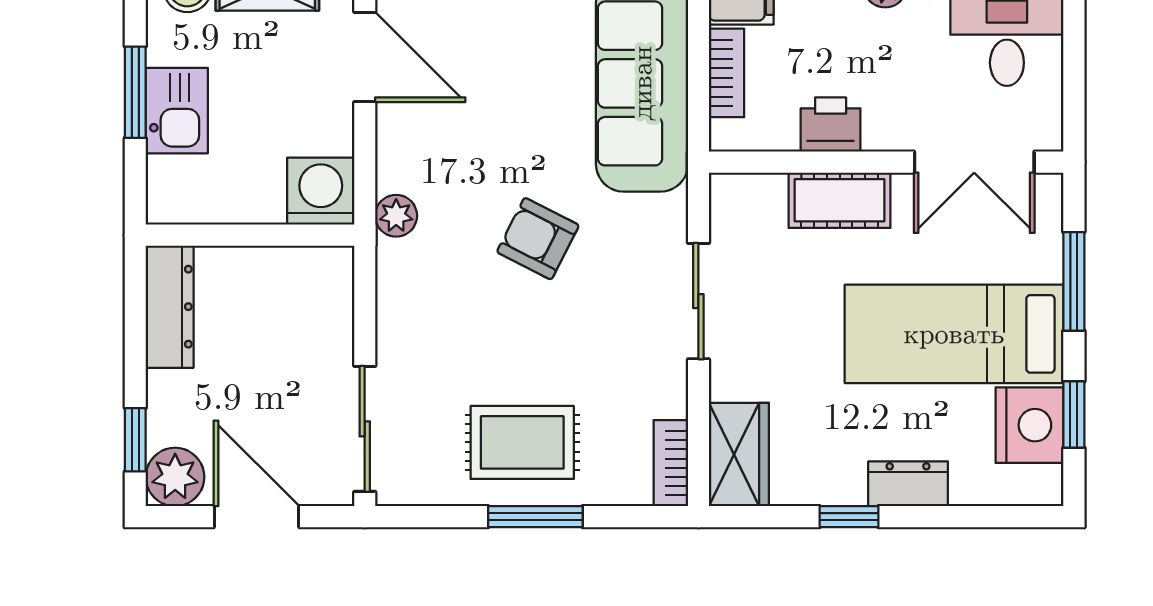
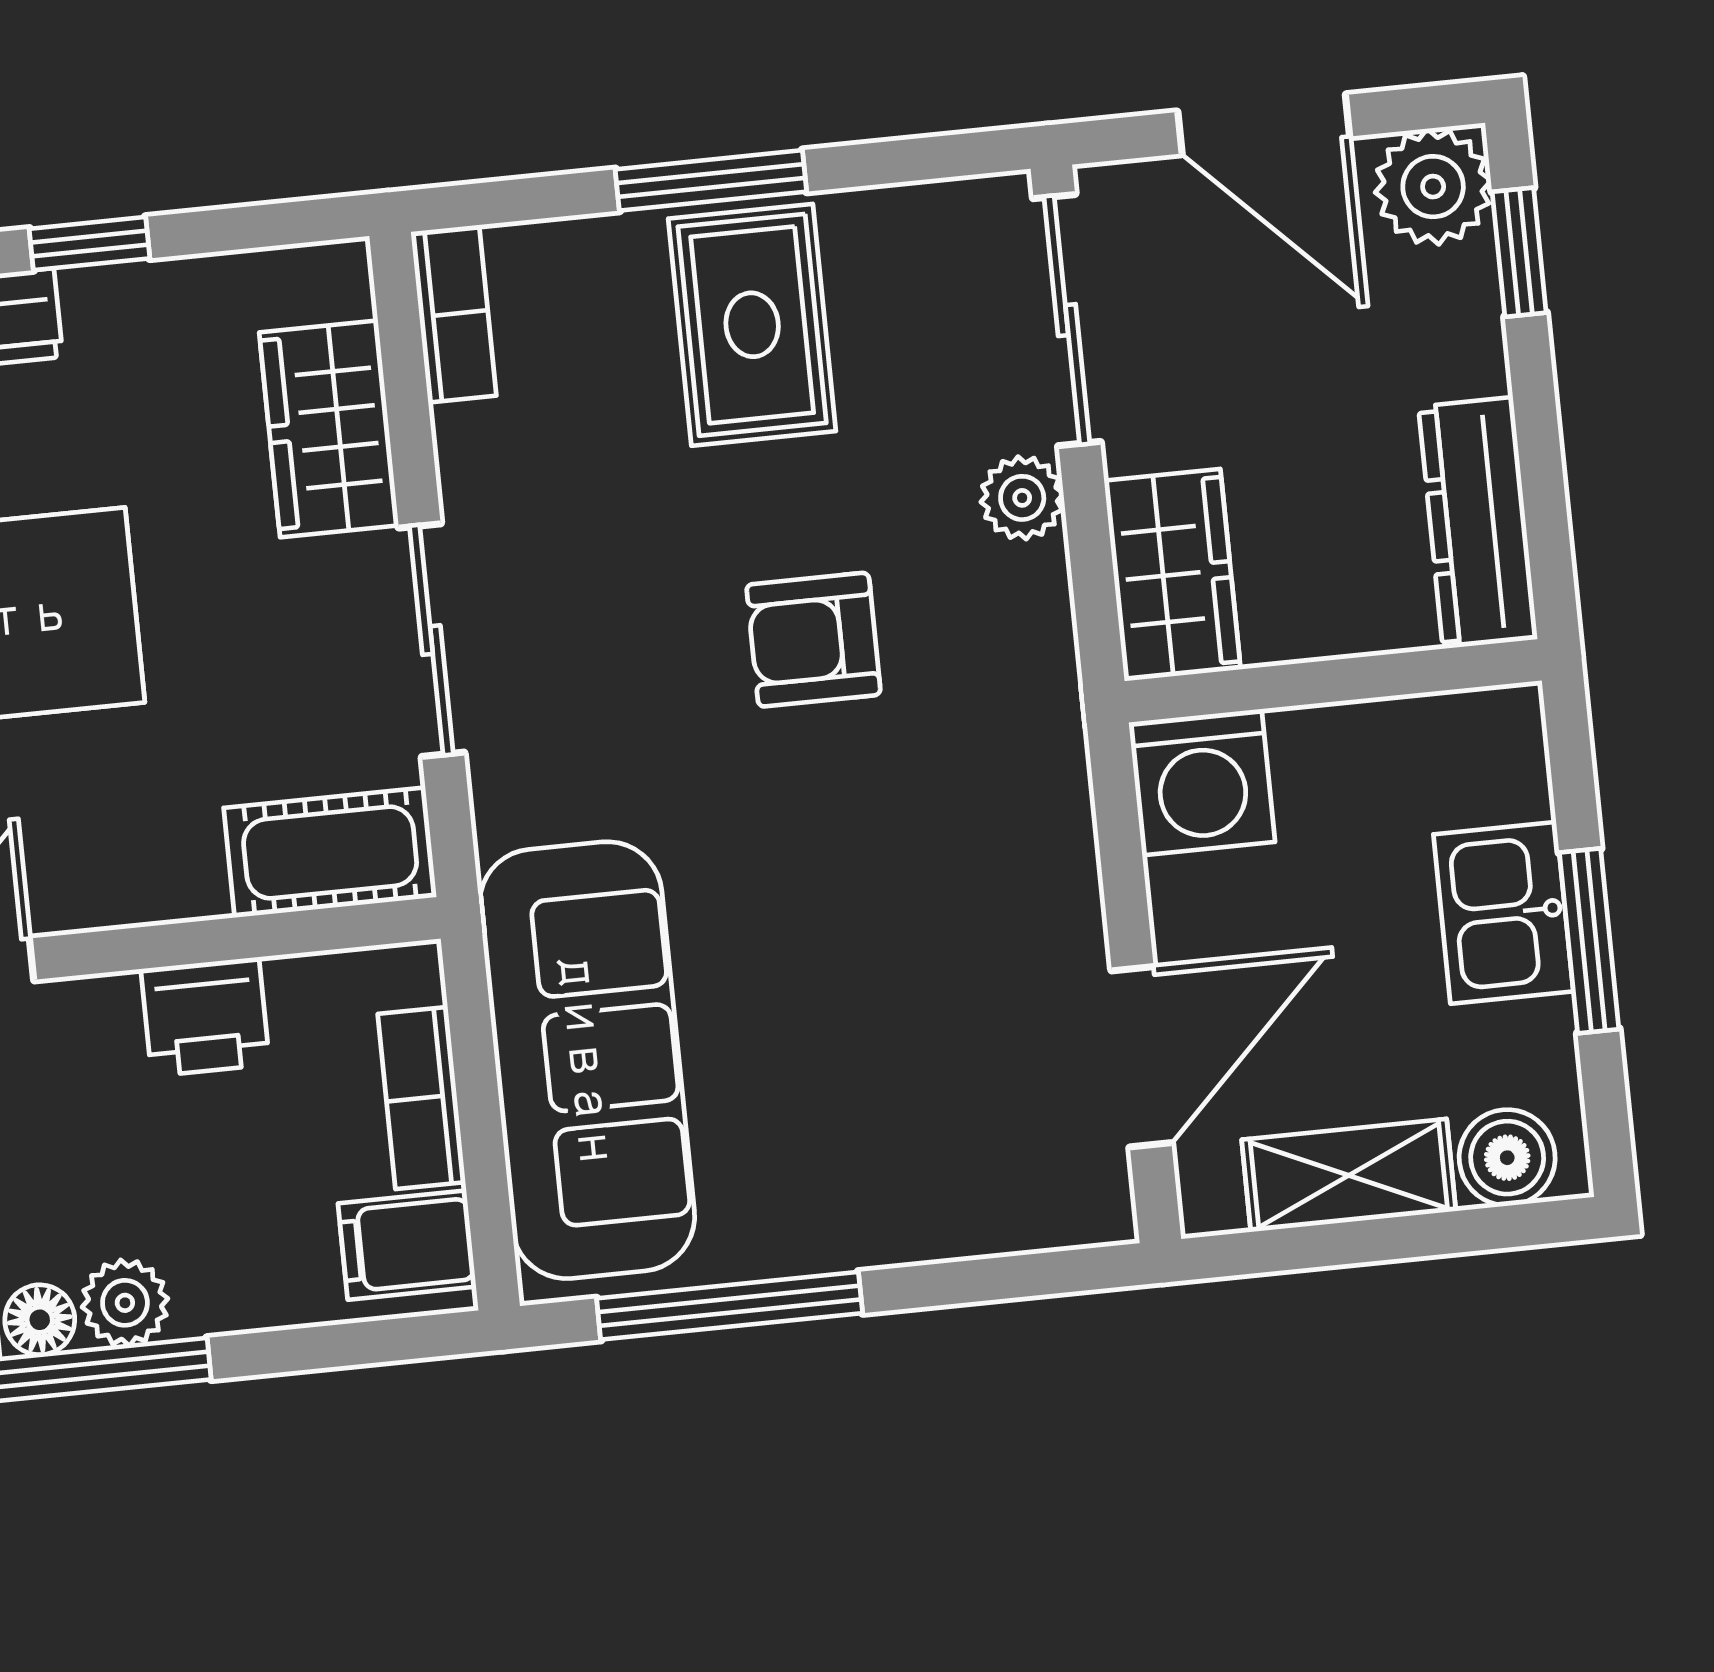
door: (365, 57) -> (1142, 1057), swing flipped
cot: (840, 200) -> (330, 853), moved
plant: (396, 216) -> (1022, 498), moved
armchair: (538, 239) -> (814, 640), moved, turned 153
wardrobe: (325, 296) -> (1172, 575), added
rug: (522, 442) -> (752, 325), turned 90
wardrobe: (739, 455) -> (329, 429), moved

